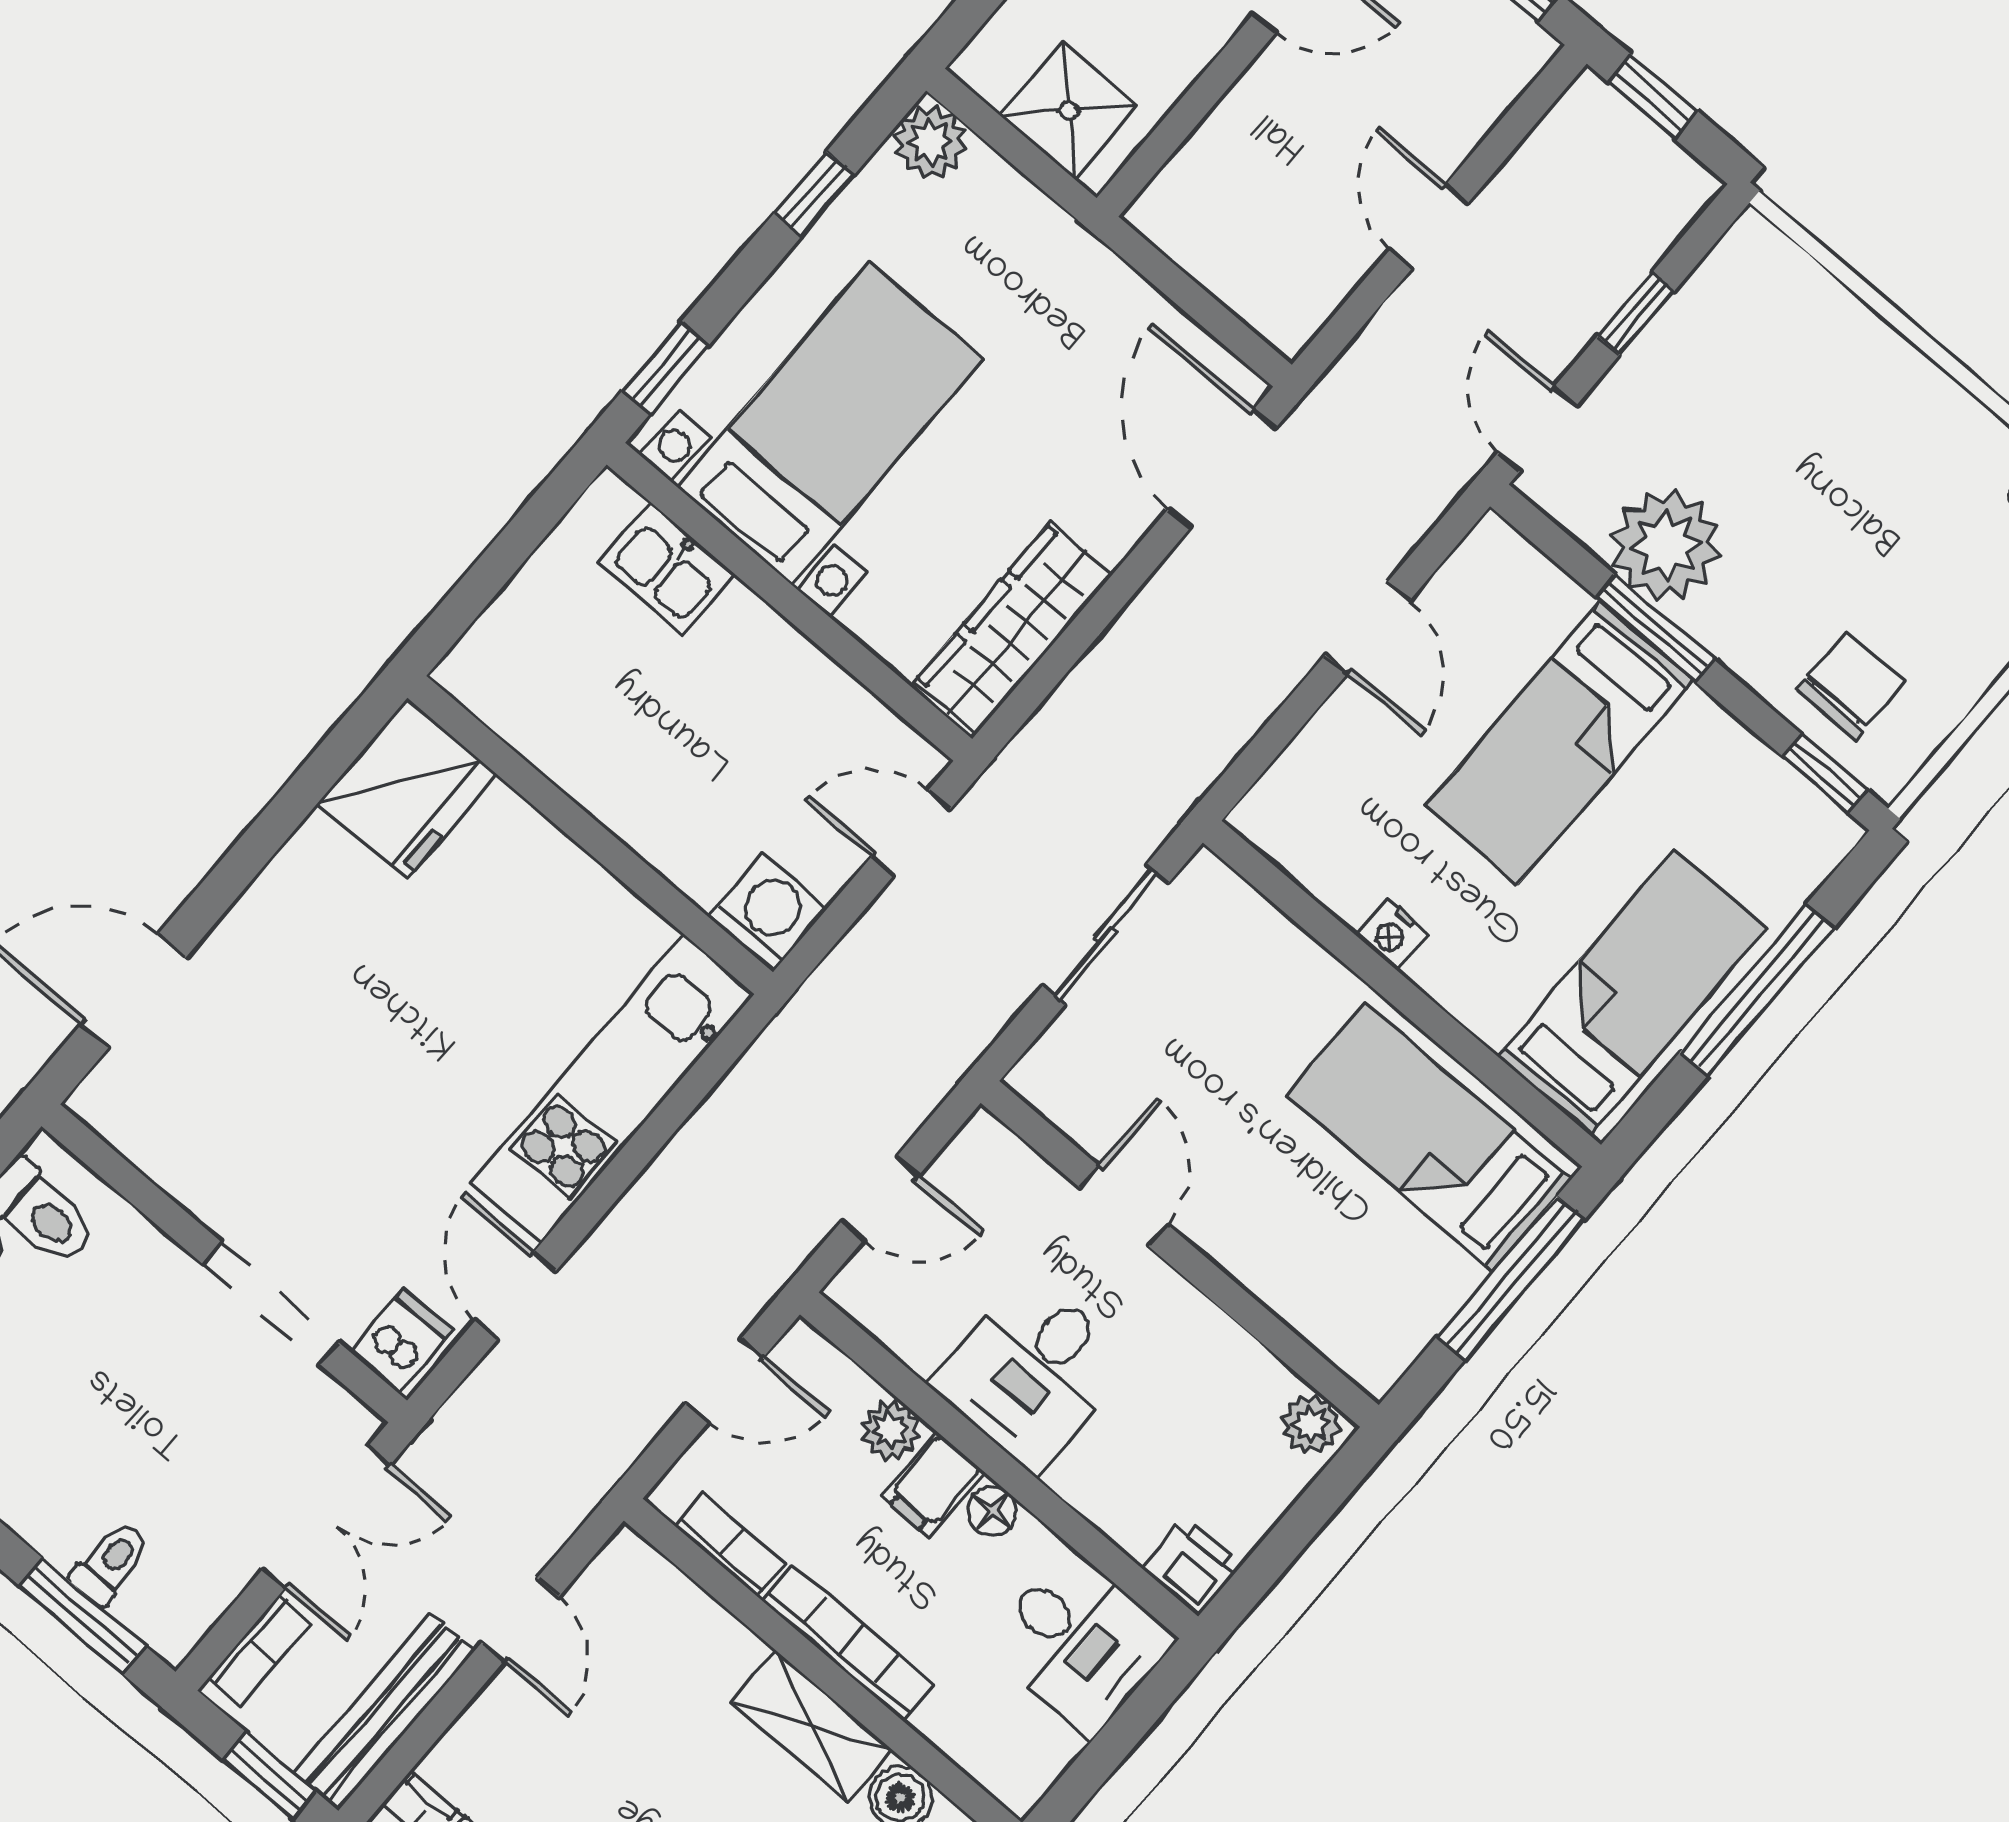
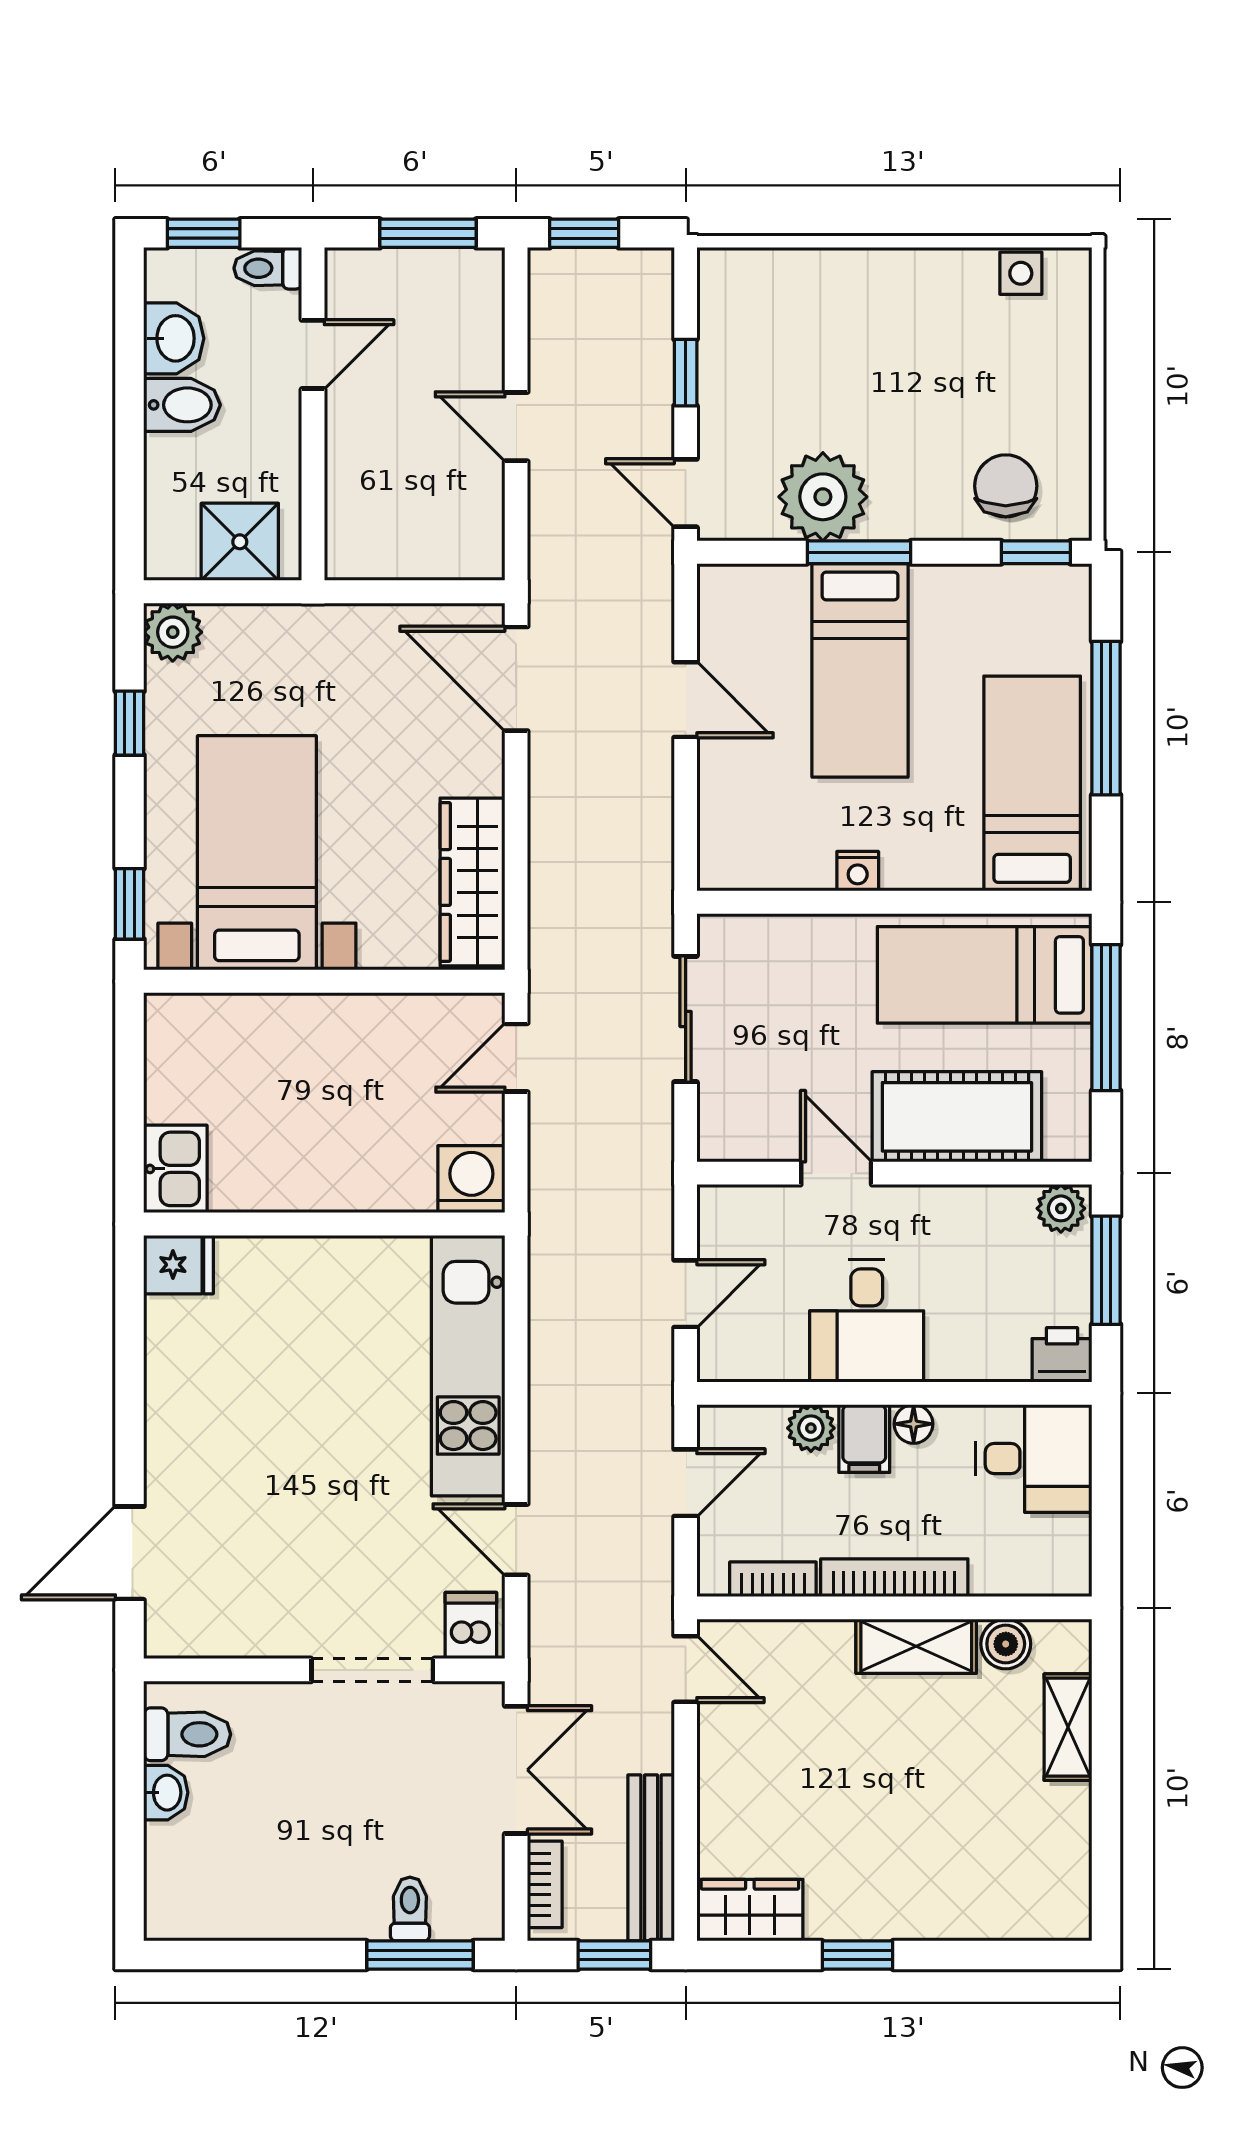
kitchen sink: (667, 569) -> (175, 1169), moved, turned -90
fridge: (407, 789) -> (179, 1265), width x0.53, depth x0.75
cot: (1286, 1251) -> (957, 1117), added
window: (1303, 1521) -> (1106, 1270), added
door: (520, 1620) -> (686, 1669), moved

